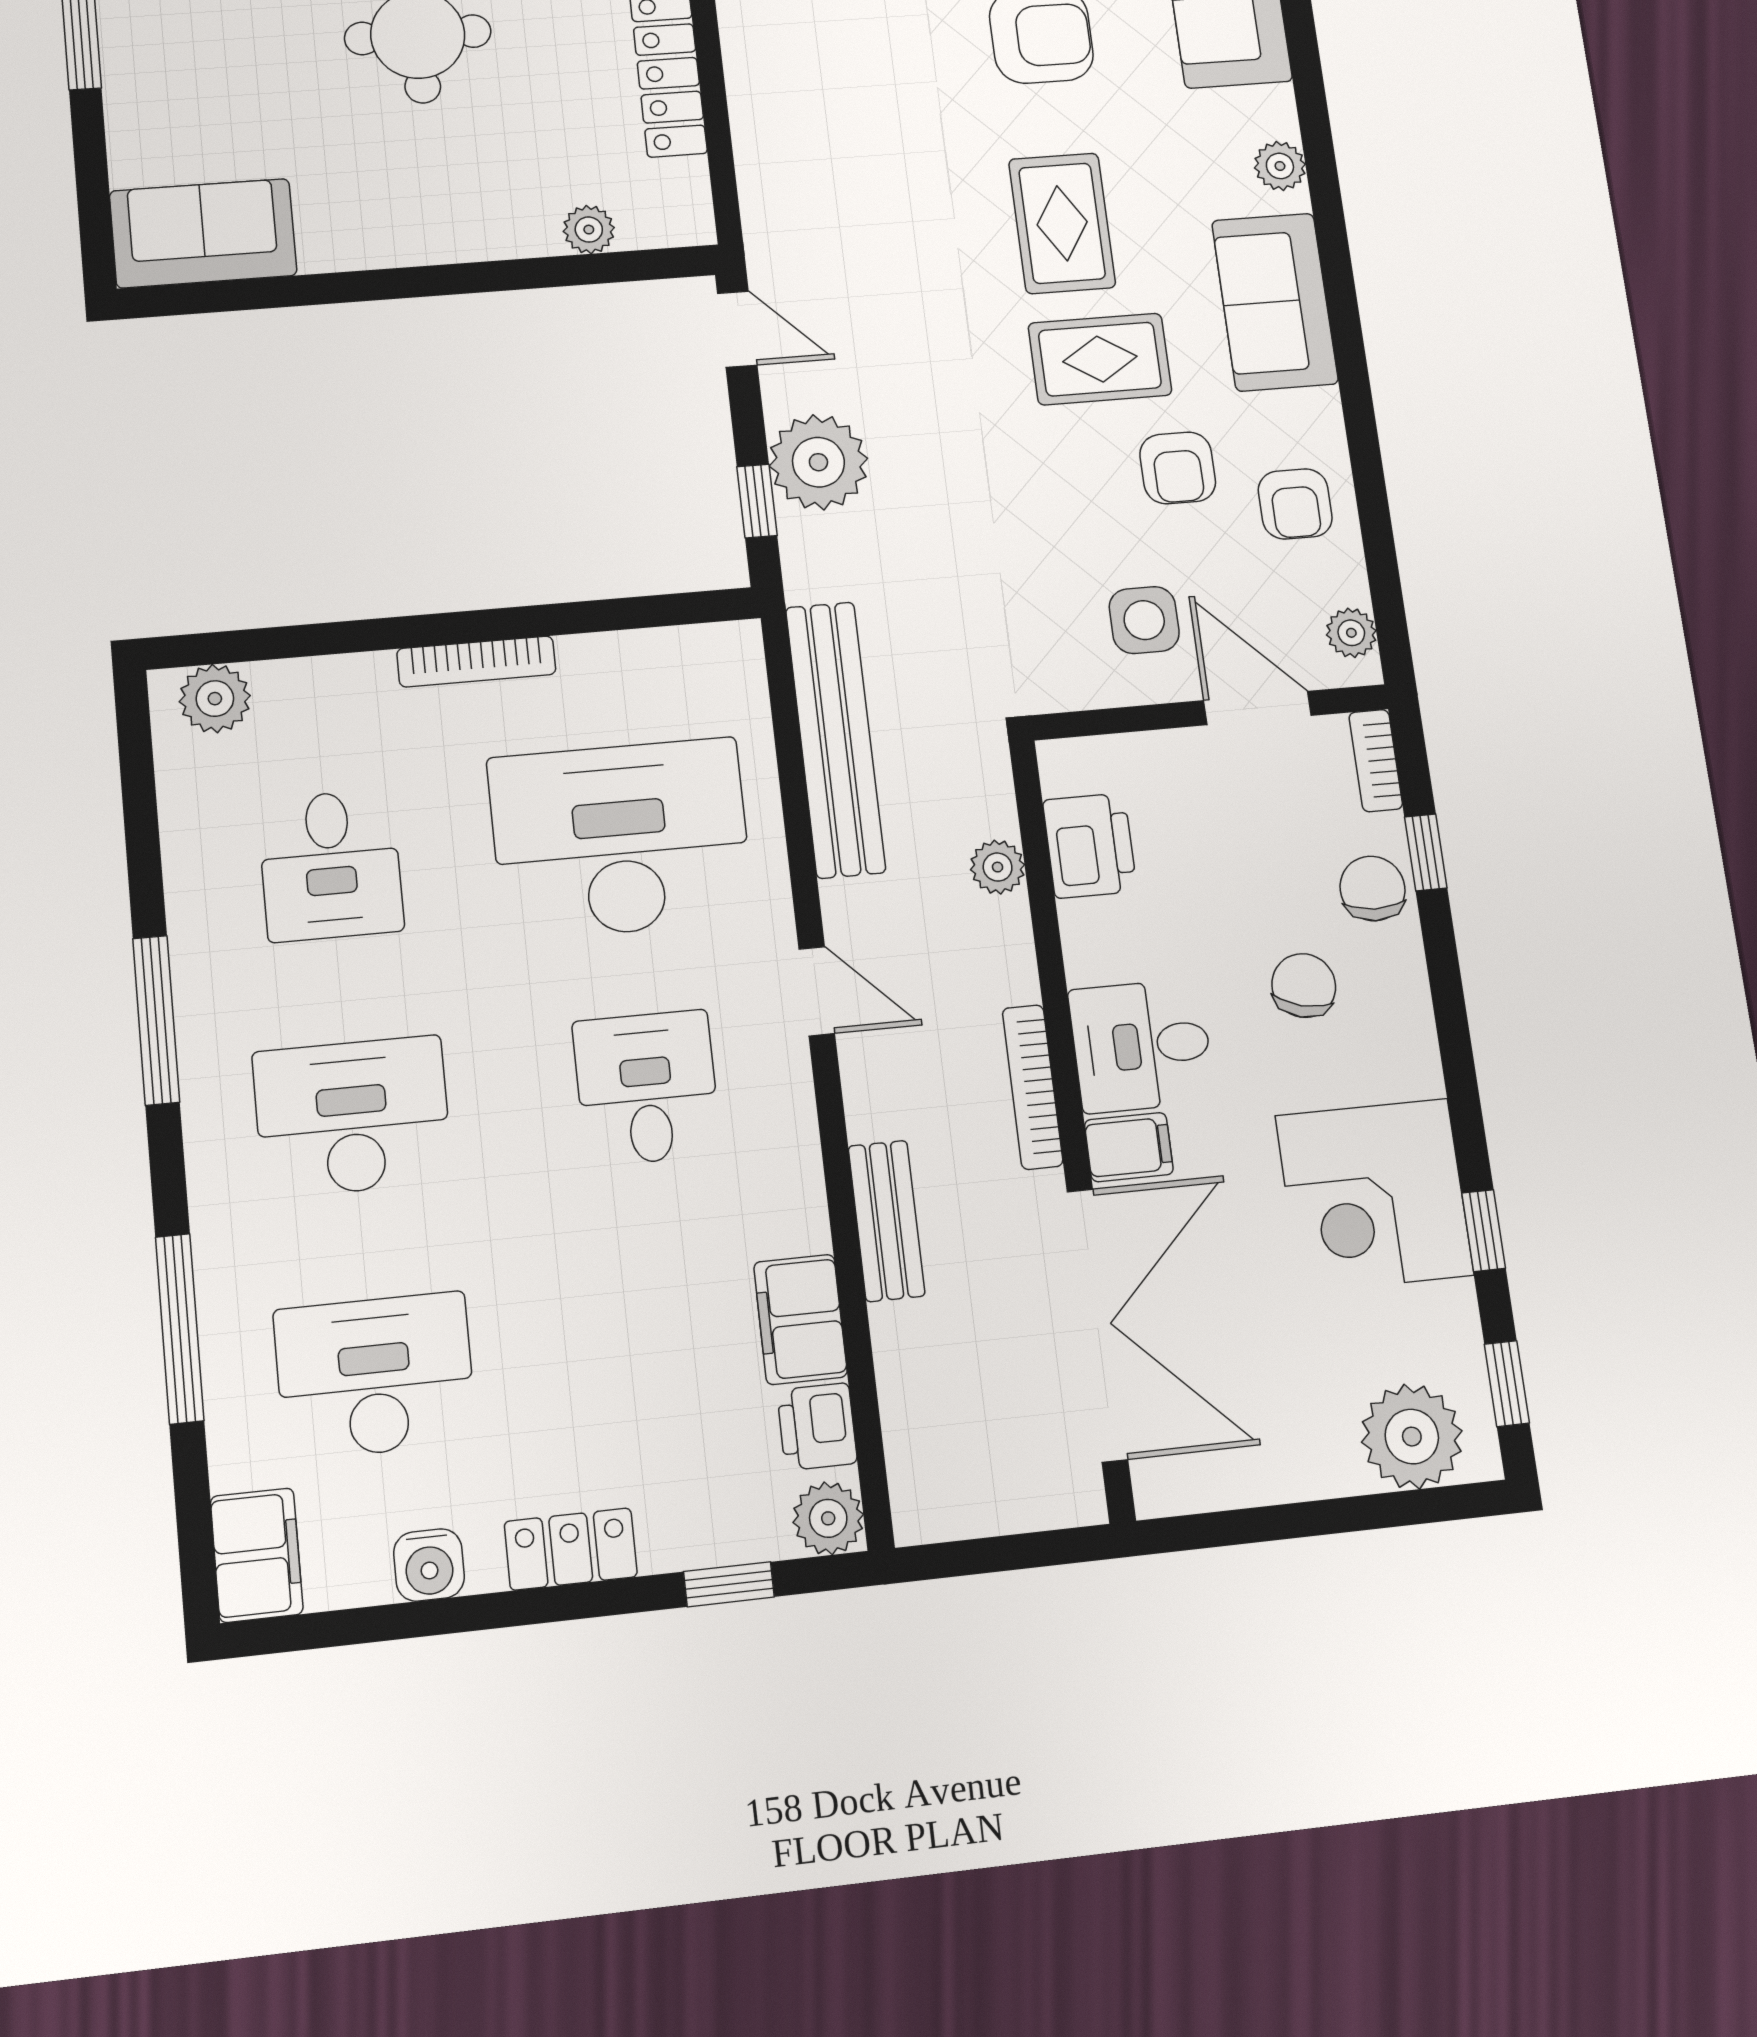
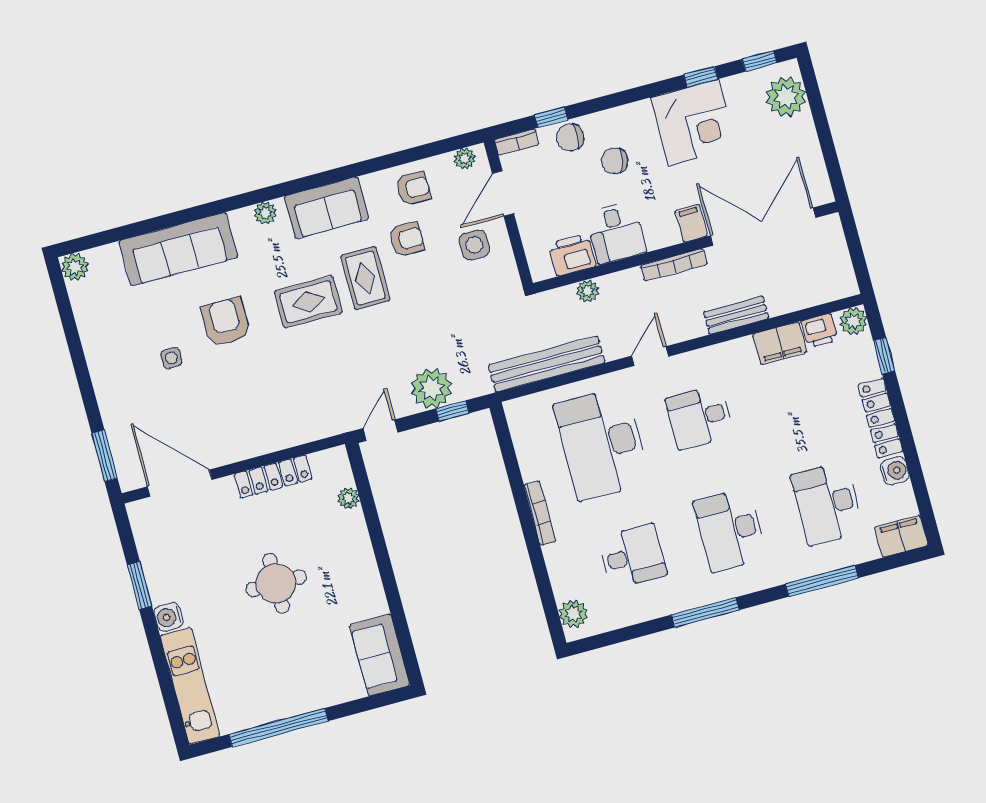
desk: (1142, 1046) -> (616, 233), moved
locker: (571, 1549) -> (880, 418), width x1.53

